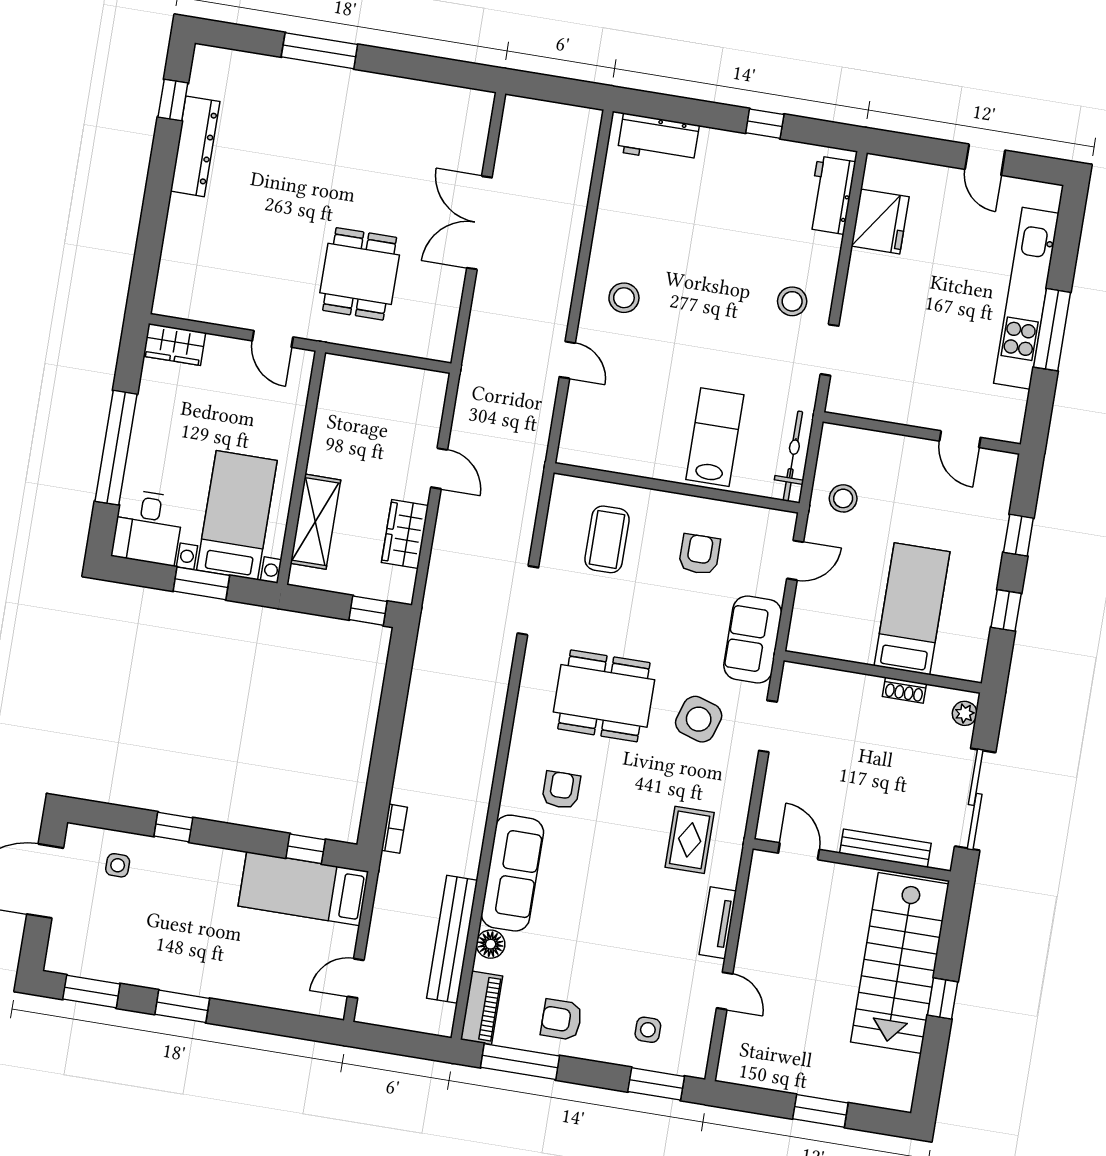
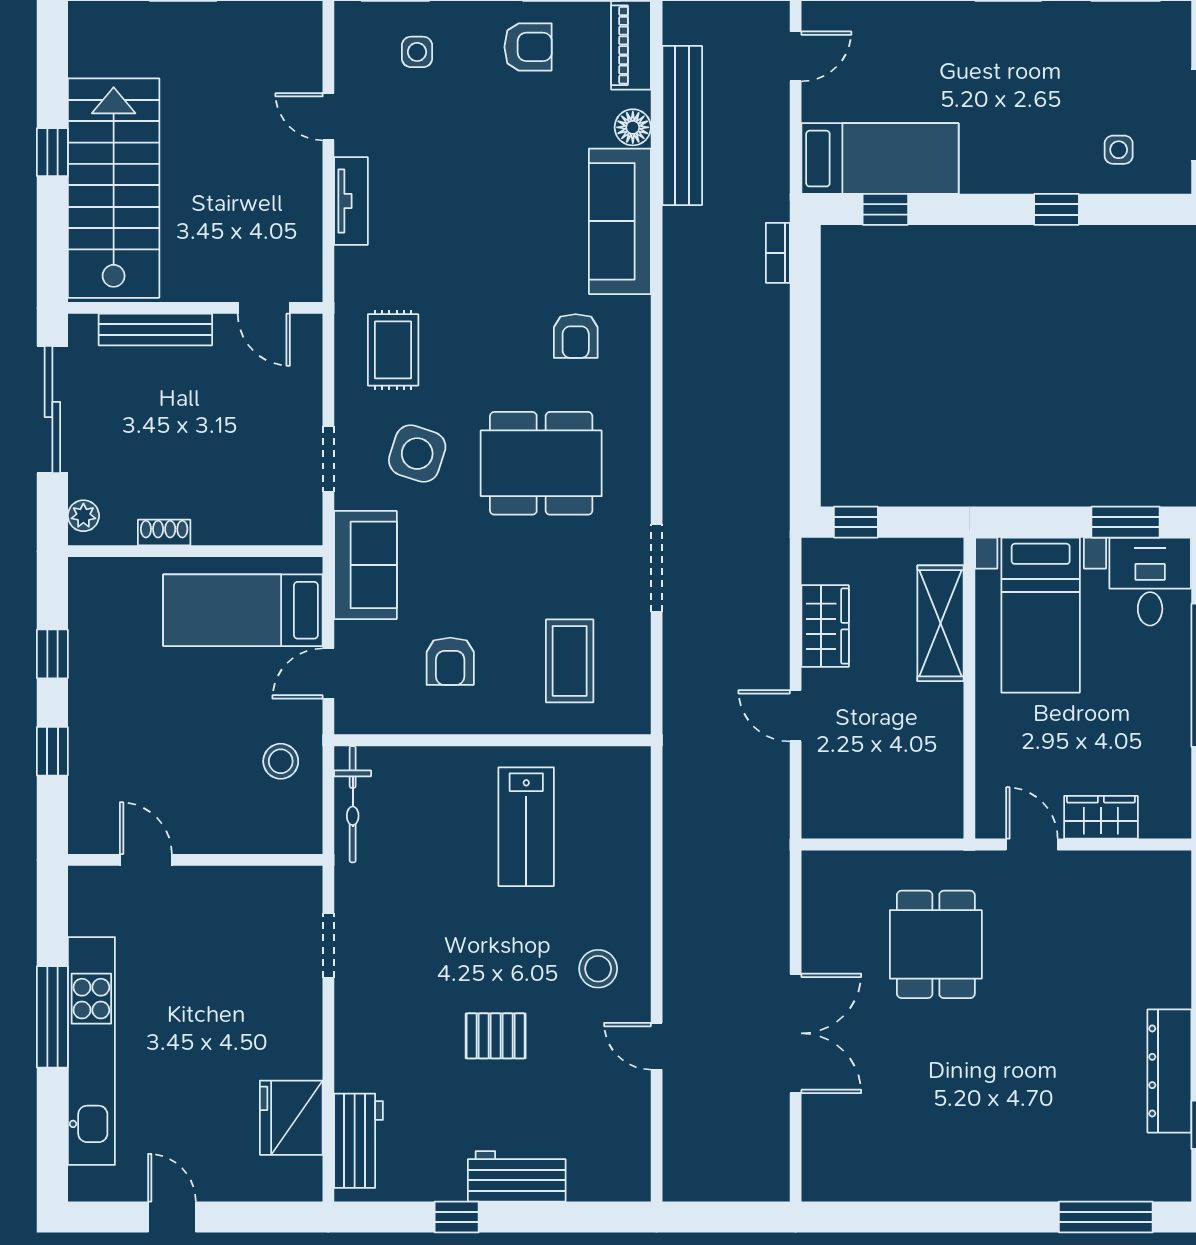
window: (319, 51) -> (1106, 1217), moved
workbench: (658, 139) -> (517, 1176), moved
pallet: (712, 259) -> (496, 1036), added
stool: (792, 301) -> (386, 999), removed
wardrobe: (174, 344) -> (1101, 817), moved
door: (567, 360) -> (657, 1046), moved
lab bench: (715, 437) -> (526, 827), moved
window: (201, 583) -> (1126, 522), moved
bed: (912, 609) -> (243, 610), moved, turned 90
rug: (690, 840) -> (393, 350), moved

